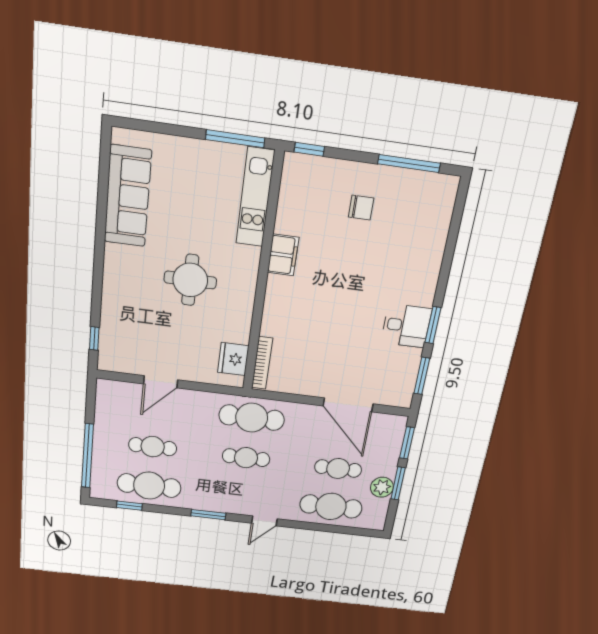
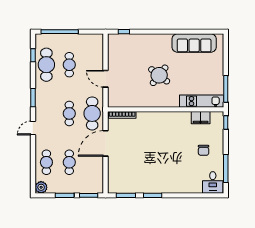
filing cabinet: (283, 255) -> (201, 118), moved
round table: (190, 280) -> (159, 75), turned 38
desk: (406, 326) -> (213, 182), moved
fridge: (233, 359) -> (122, 100), removed
door: (161, 382) -> (106, 79), moved
door: (348, 405) -> (106, 143), moved
plant: (382, 487) -> (41, 187), moved
cafe table: (331, 506) -> (46, 162), width x0.73, depth x0.74
door: (264, 521) -> (33, 128), hinge flipped

